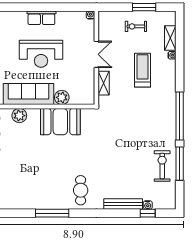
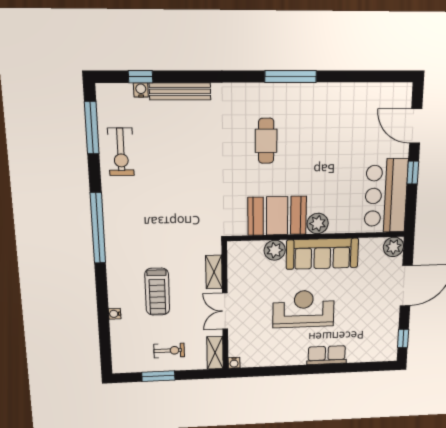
row of seats: (41, 18) -> (327, 355), moved
shelving: (170, 38) -> (215, 353), moved
plant: (19, 116) -> (318, 223), moved
window: (180, 164) -> (92, 128), moved
cafe table: (81, 190) -> (266, 141), moved

